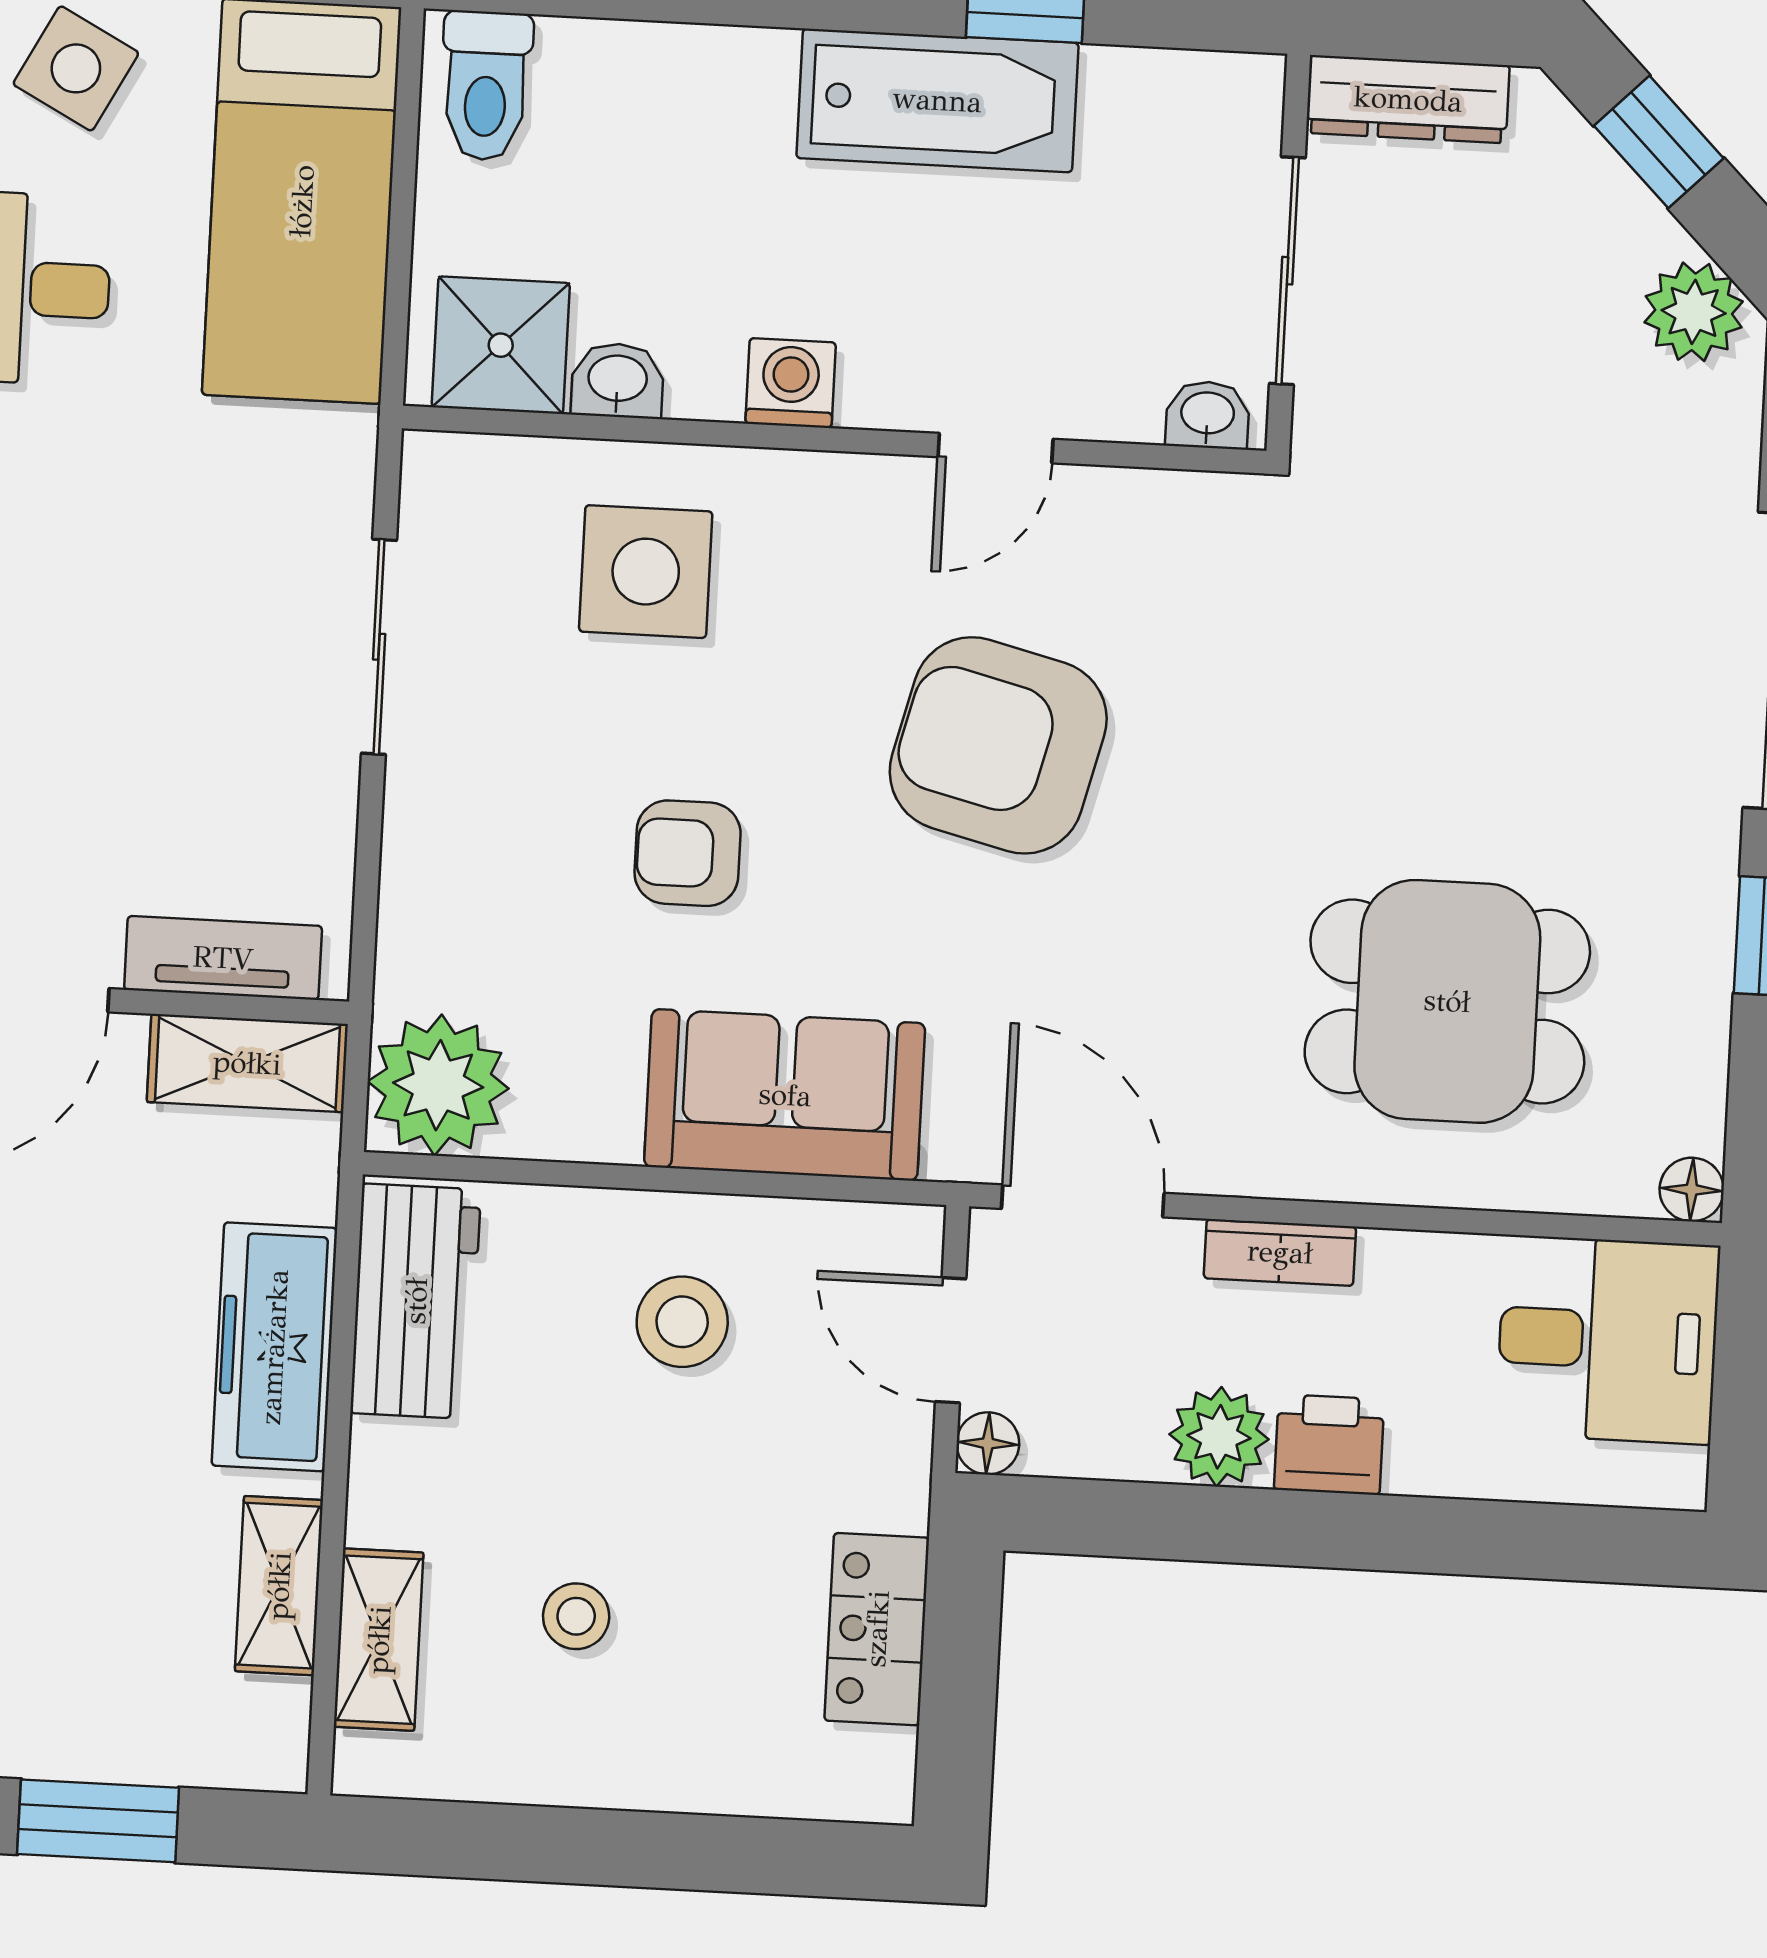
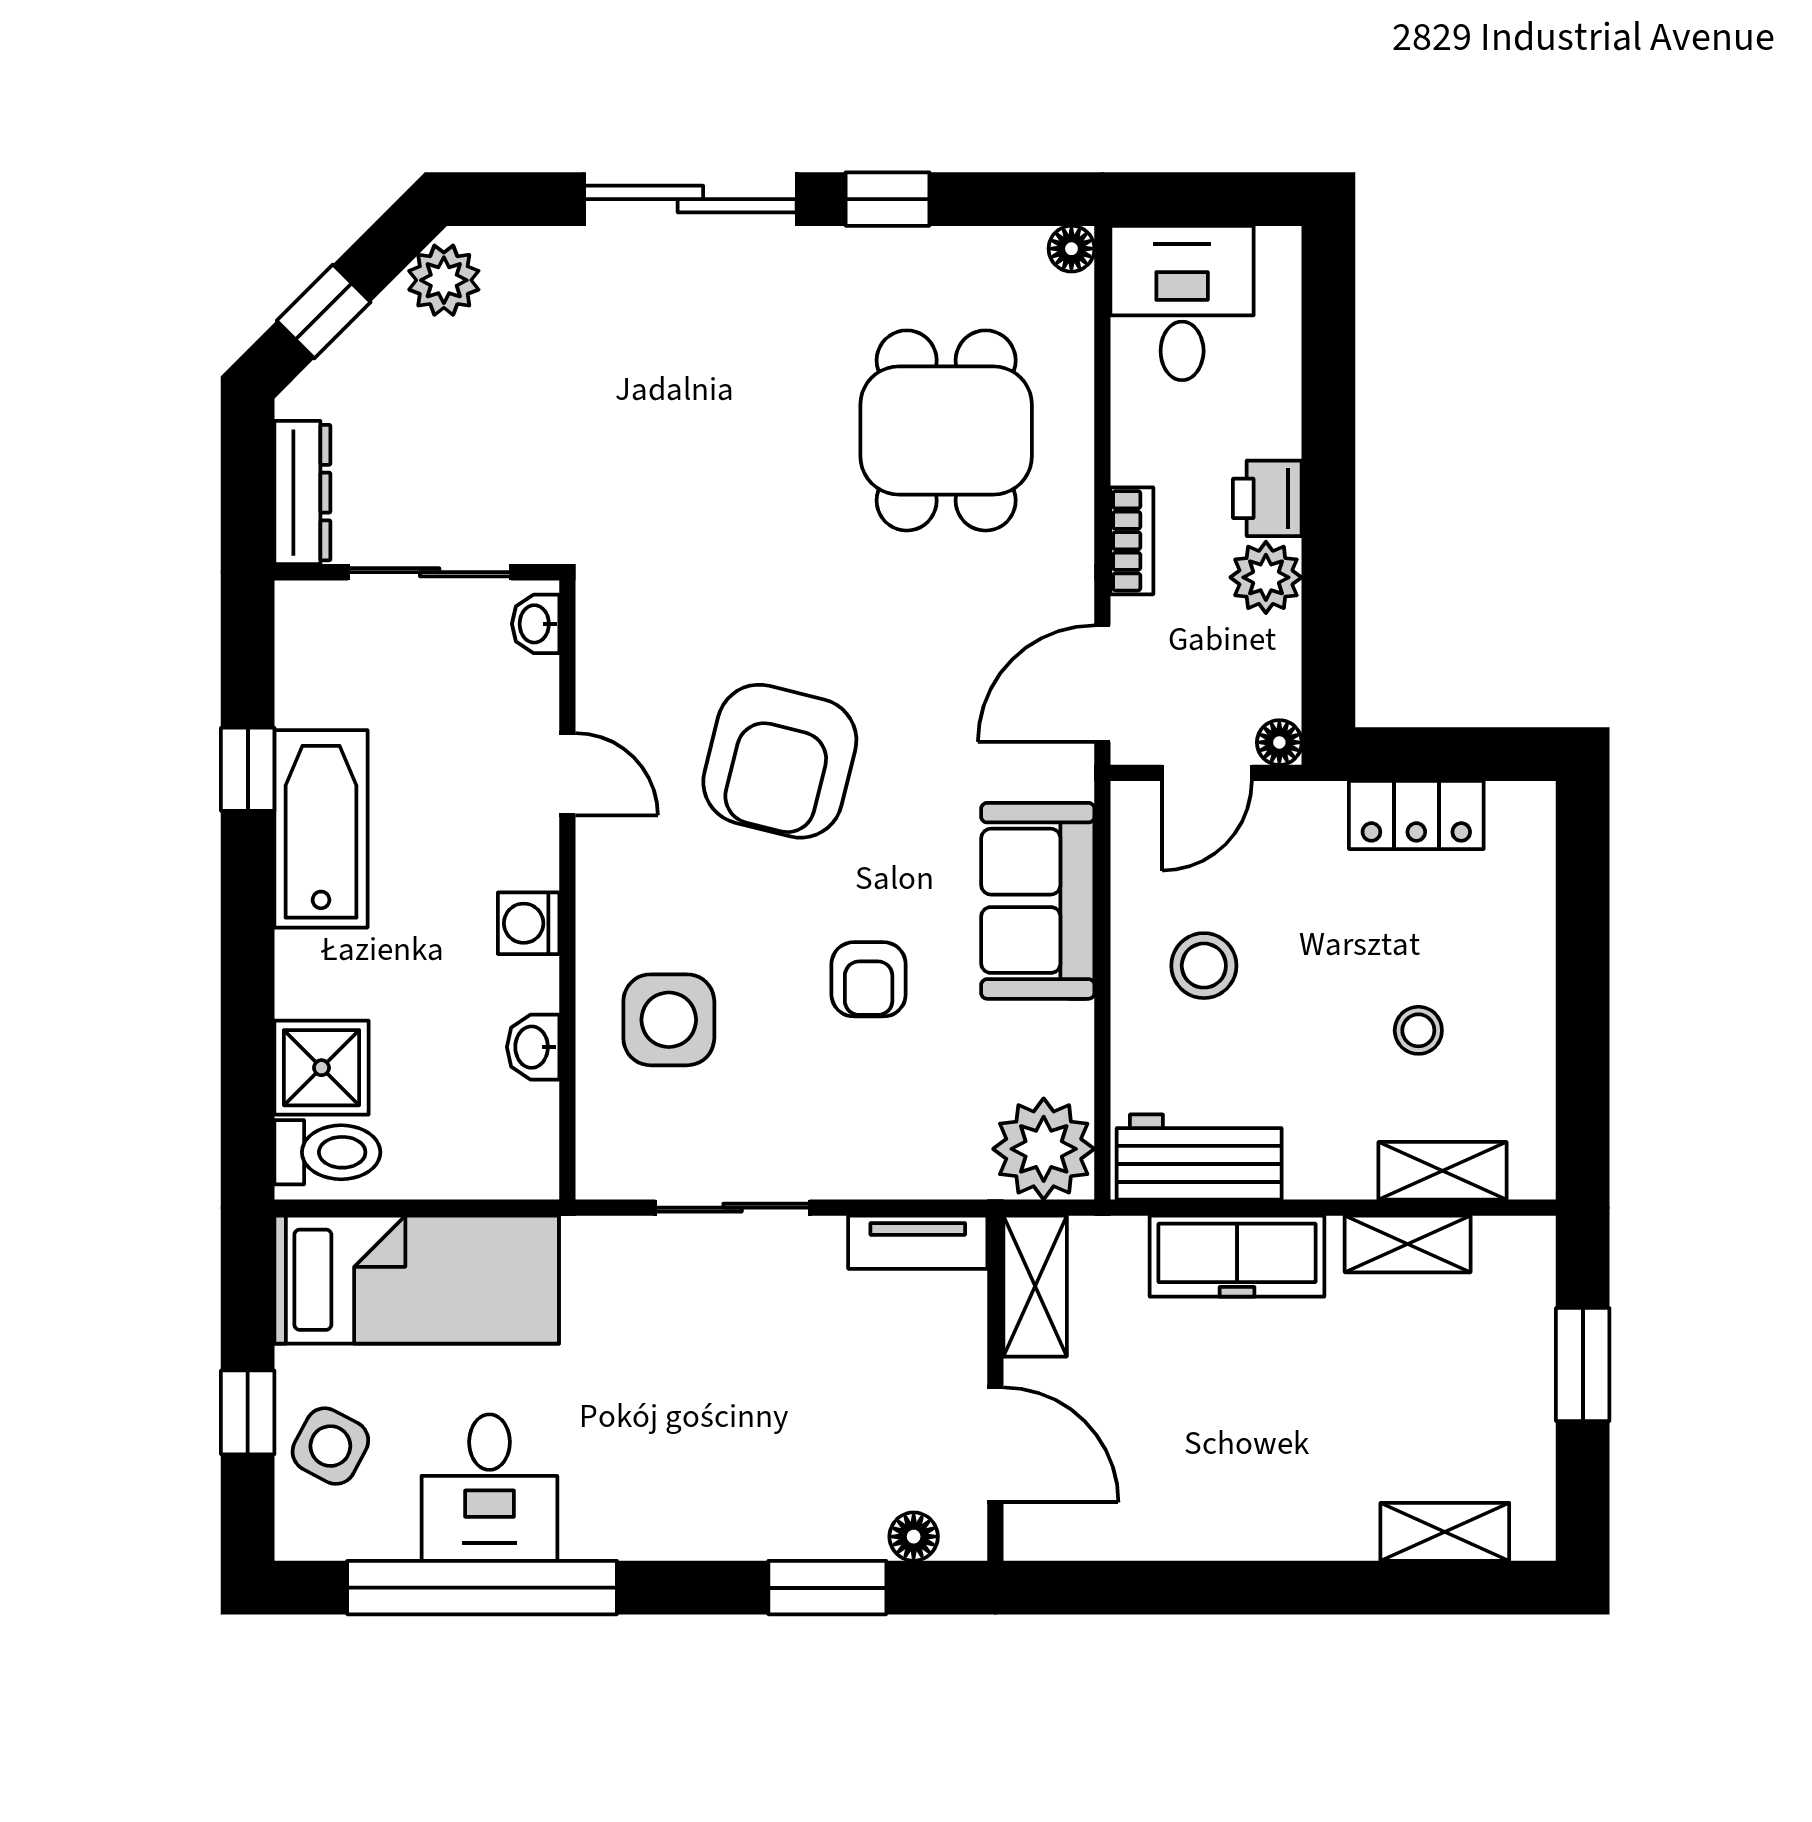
shower: (501, 345) -> (321, 1068), moved
tv unit: (223, 958) -> (918, 1242), moved, turned -90

